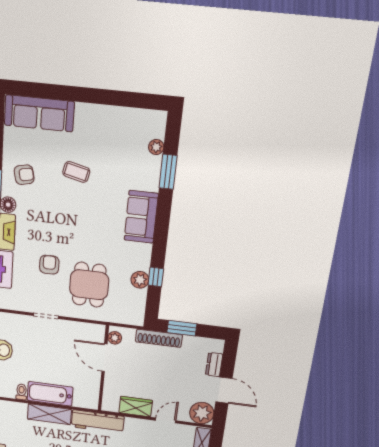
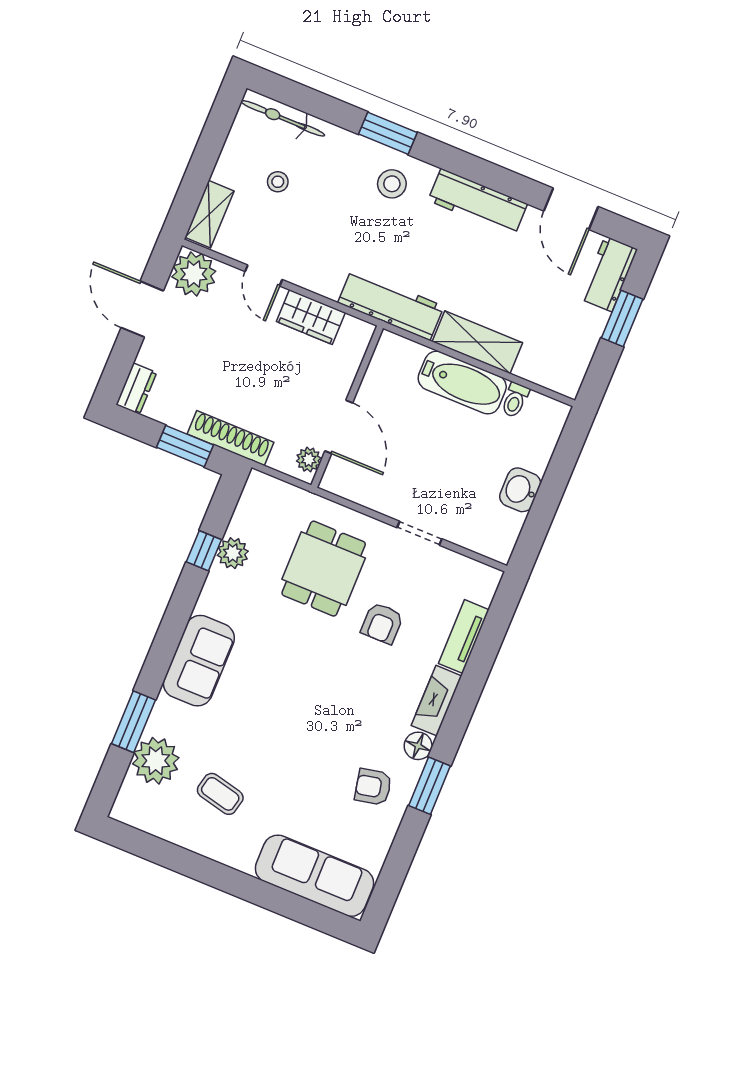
plant: (156, 147) -> (156, 761), width x1.88, depth x1.88
coffee table: (76, 172) -> (220, 794), moved
dresser: (214, 365) -> (136, 389), moved
door: (166, 420) -> (264, 275), hinge flipped

